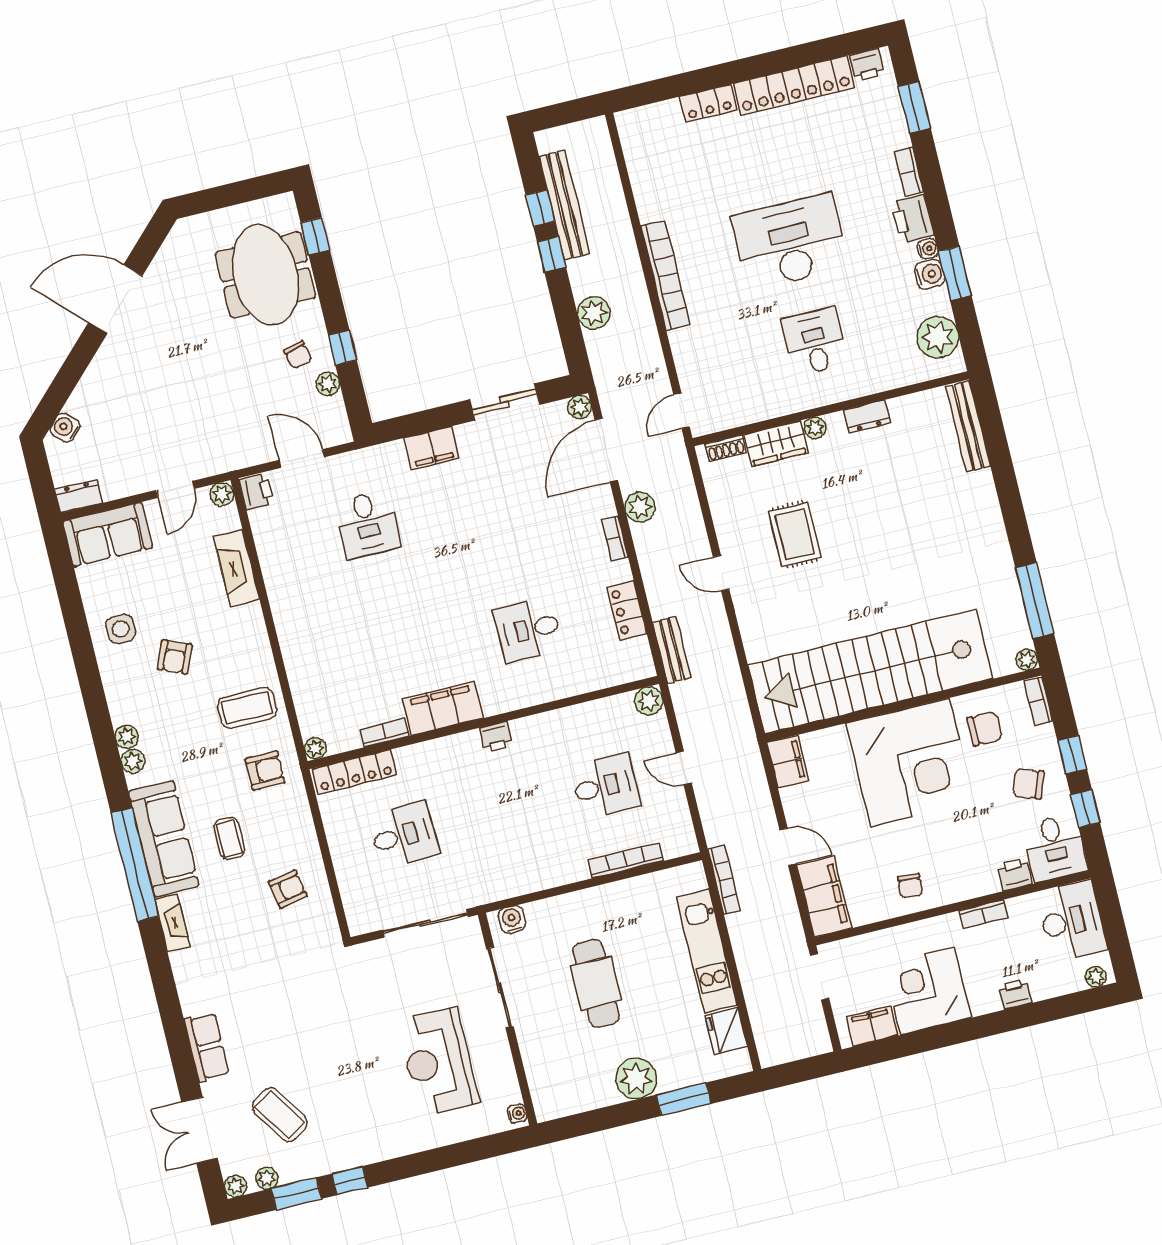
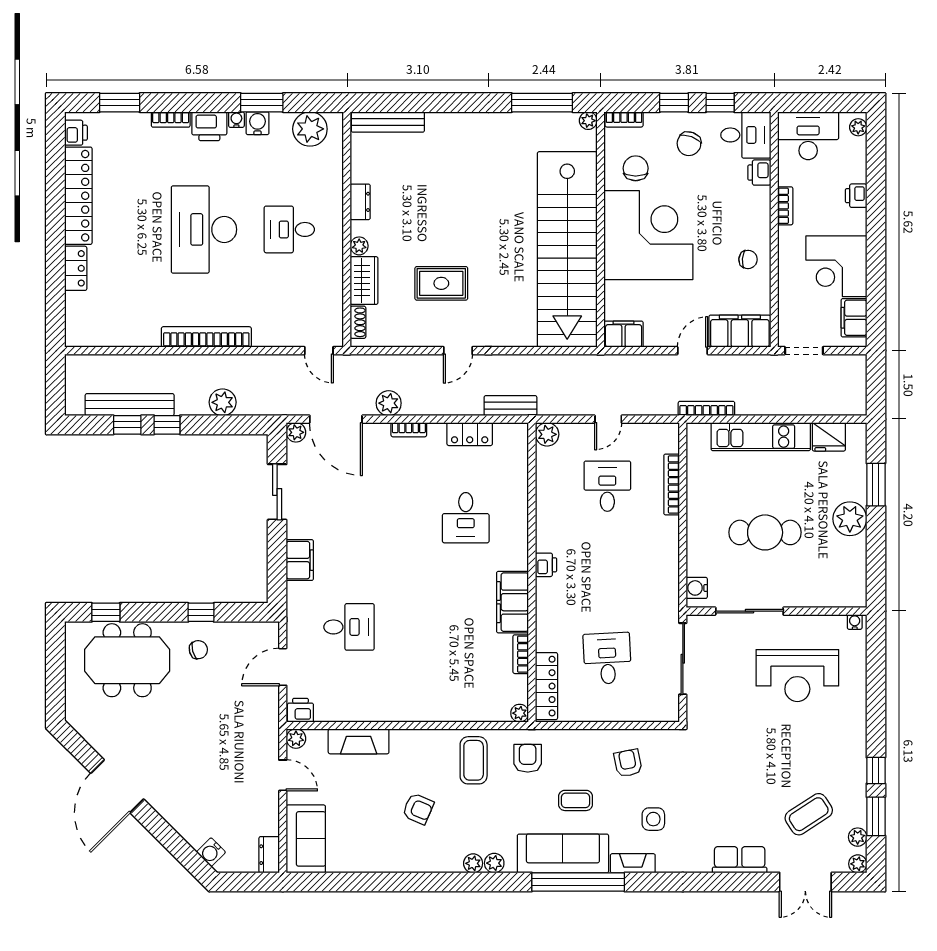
plant: (328, 384) -> (228, 631), removed
side table: (121, 629) -> (653, 819), moved

